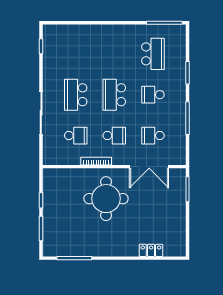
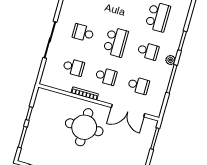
school desk: (76, 95) -> (83, 33), width x0.54
school desk: (114, 95) -> (116, 42), turned 180
school desk: (153, 95) -> (148, 51), turned 180
plant: (180, 98) -> (171, 60), added
school desk: (153, 136) -> (138, 85), turned 180

